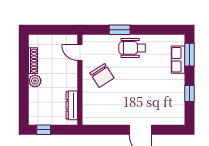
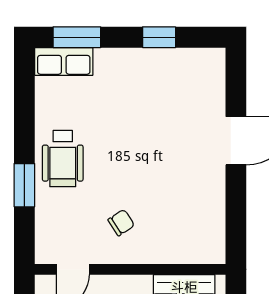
row of seats: (178, 60) -> (64, 61), moved
chair: (102, 76) -> (121, 223), width x0.54, depth x0.54

